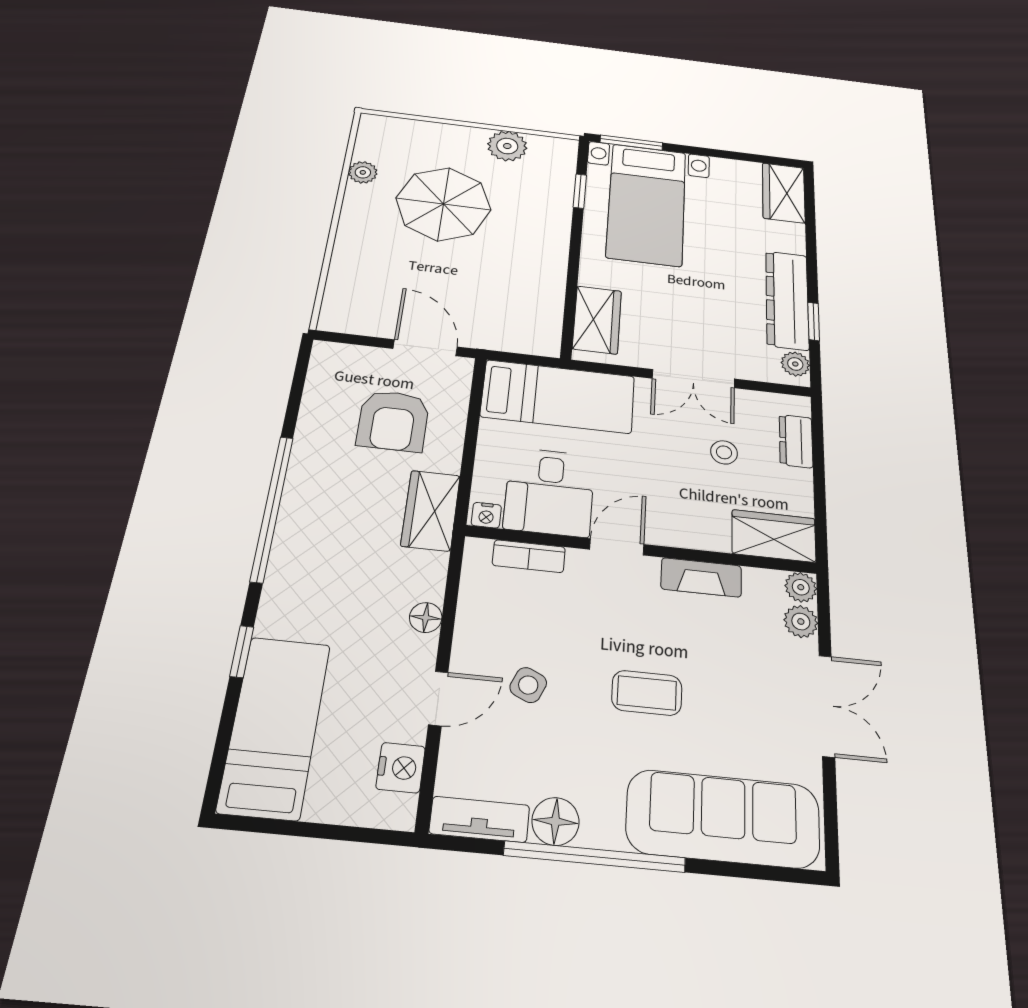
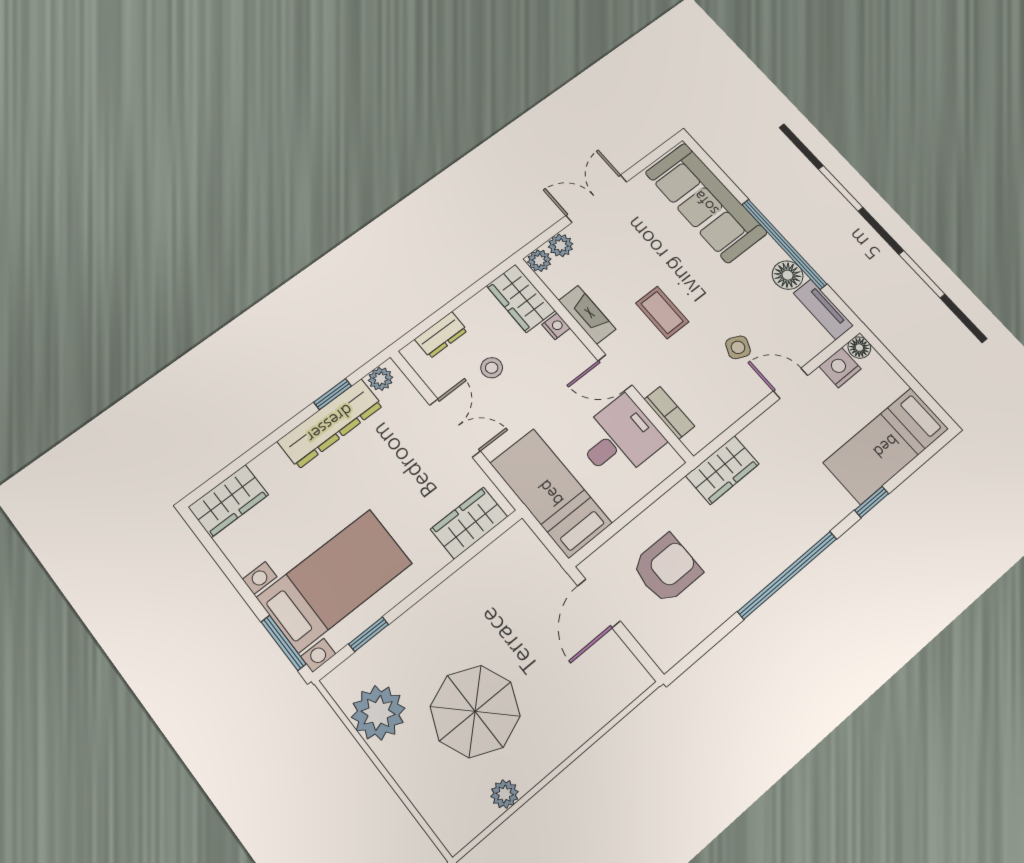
plant: (507, 146) -> (378, 713), width x1.36, depth x1.36
wardrobe: (431, 510) -> (722, 470), moved
nightstand: (486, 515) -> (556, 326), moved
floor lamp: (426, 618) -> (859, 348), moved
coffee table: (647, 693) -> (662, 312), moved

